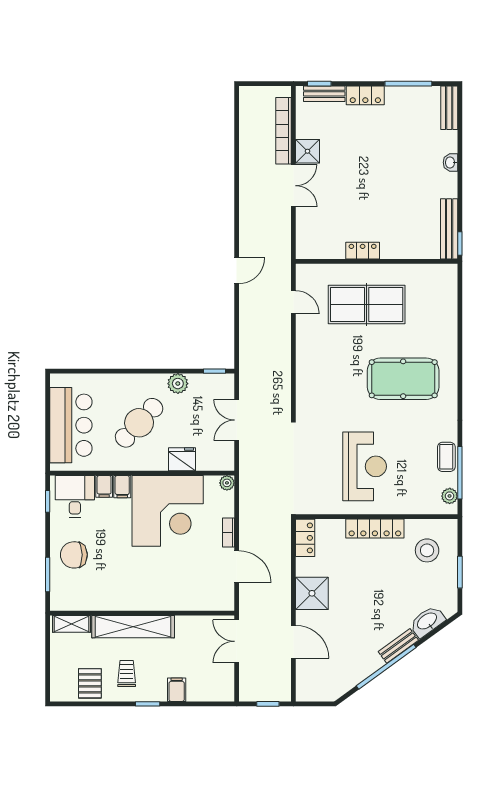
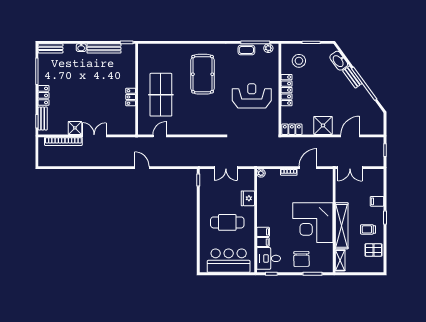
bench: (449, 229) -> (104, 48), moved
plant: (178, 384) -> (205, 201), removed
cafe table: (139, 423) -> (227, 222), turned -43
corner desk: (168, 511) -> (313, 223), moved, turned 180

